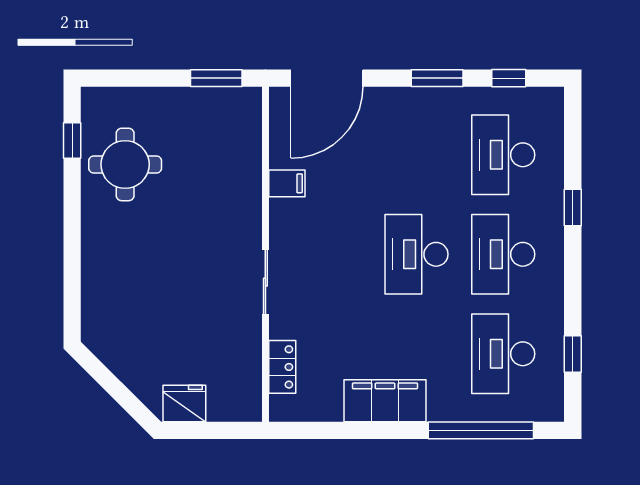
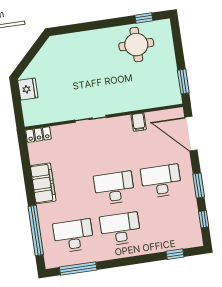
desk: (503, 155) -> (161, 181), moved
window: (573, 208) -> (175, 254), moved
window: (573, 354) -> (78, 268), width x2.17
locker: (282, 367) -> (39, 135), moved

